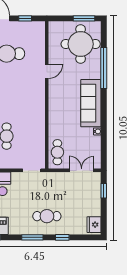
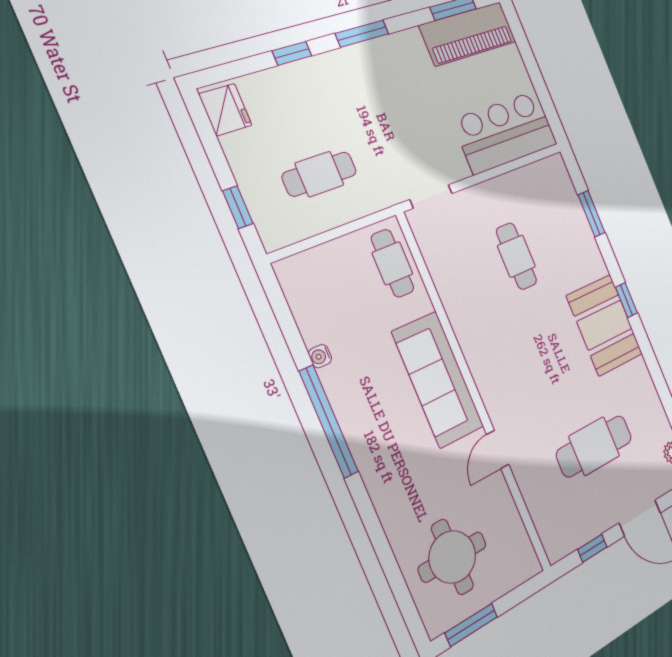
round table: (81, 44) -> (452, 557), width x0.73, depth x0.73
window: (104, 68) -> (329, 422), moved
sofa: (91, 103) -> (438, 379), moved, turned 180
double door: (82, 170) -> (317, 240), removed
cafe table: (47, 216) -> (319, 174), moved

